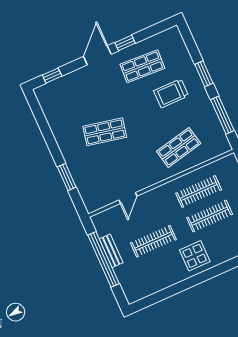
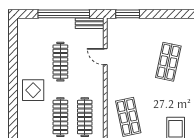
window: (67, 177) -> (128, 14), moved
bench: (111, 251) -> (90, 23), moved

